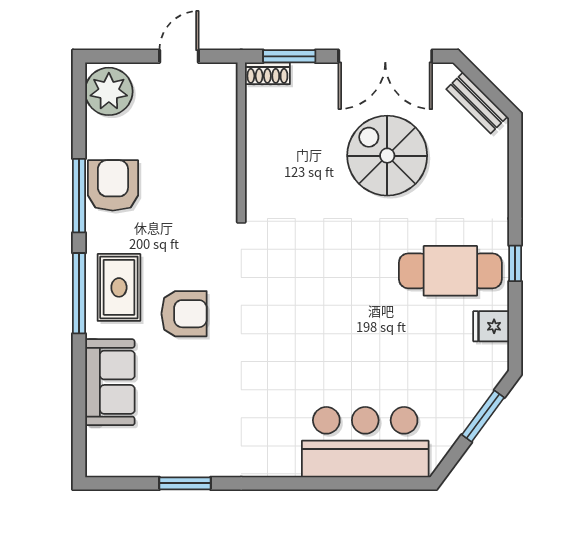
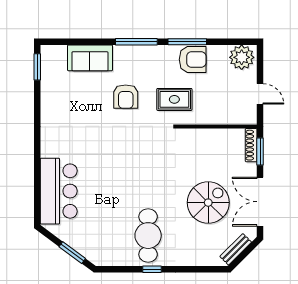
shoe rack: (267, 73) -> (251, 145), width x1.43
rug: (119, 287) -> (174, 99), moved
fridge: (491, 326) -> (119, 257), removed
window: (185, 483) -> (37, 67), moved

